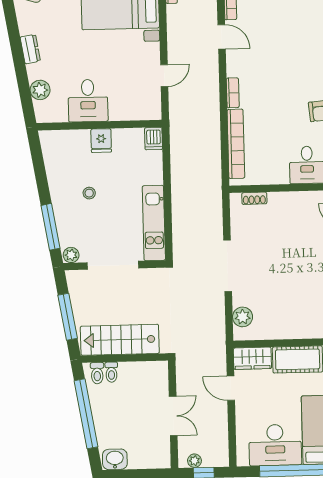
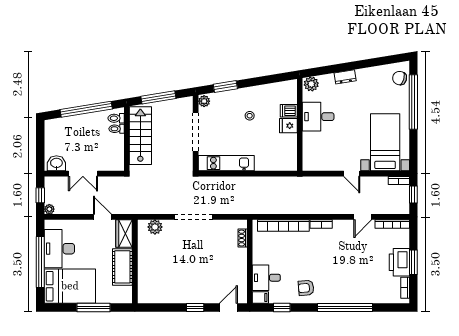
dresser: (30, 49) -> (345, 77), moved
door: (164, 76) -> (352, 174), moved
plant: (40, 90) -> (311, 84), moved
dishwasher: (154, 139) -> (289, 111), moved
window: (51, 227) -> (225, 86), width x0.69
door: (231, 388) -> (102, 217), hinge flipped
washbasin: (115, 459) -> (56, 163), moved, turned -90
plant: (194, 461) -> (49, 209), moved

